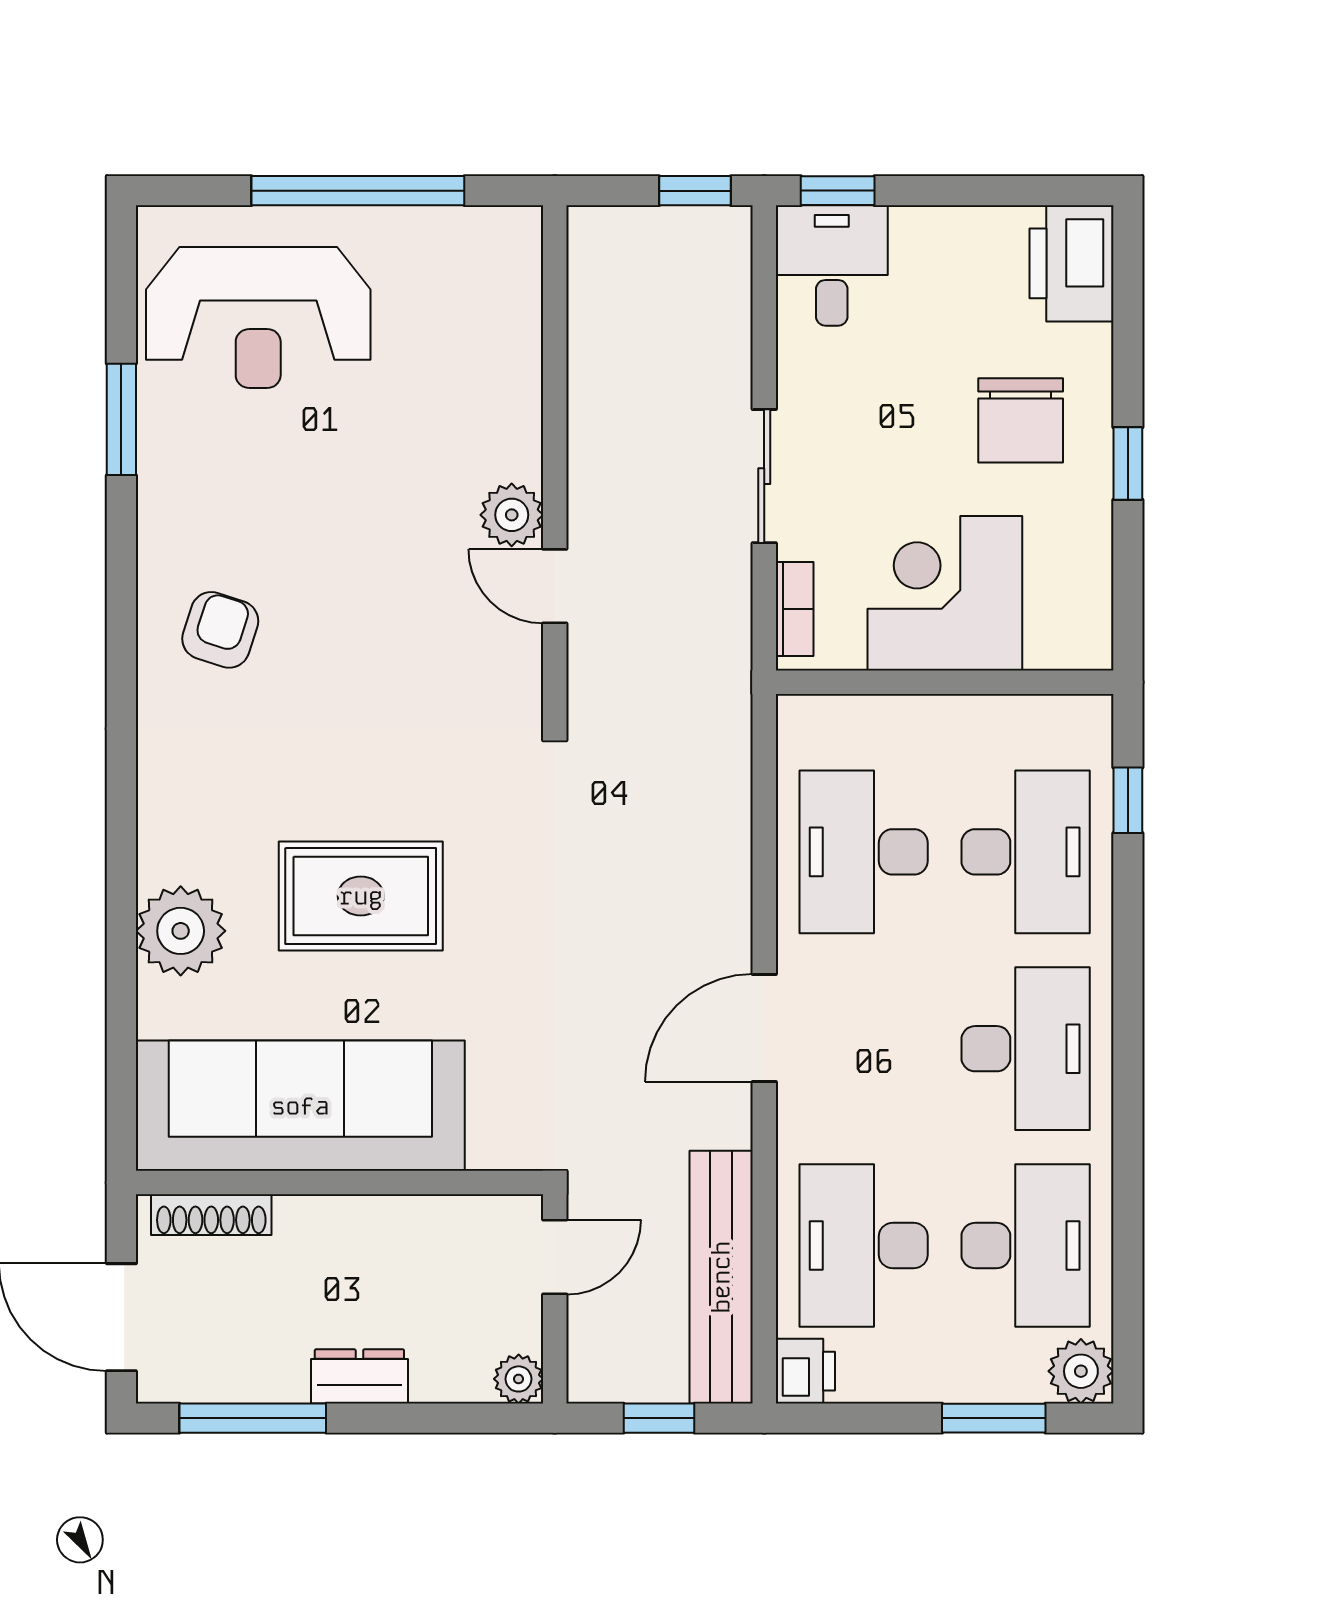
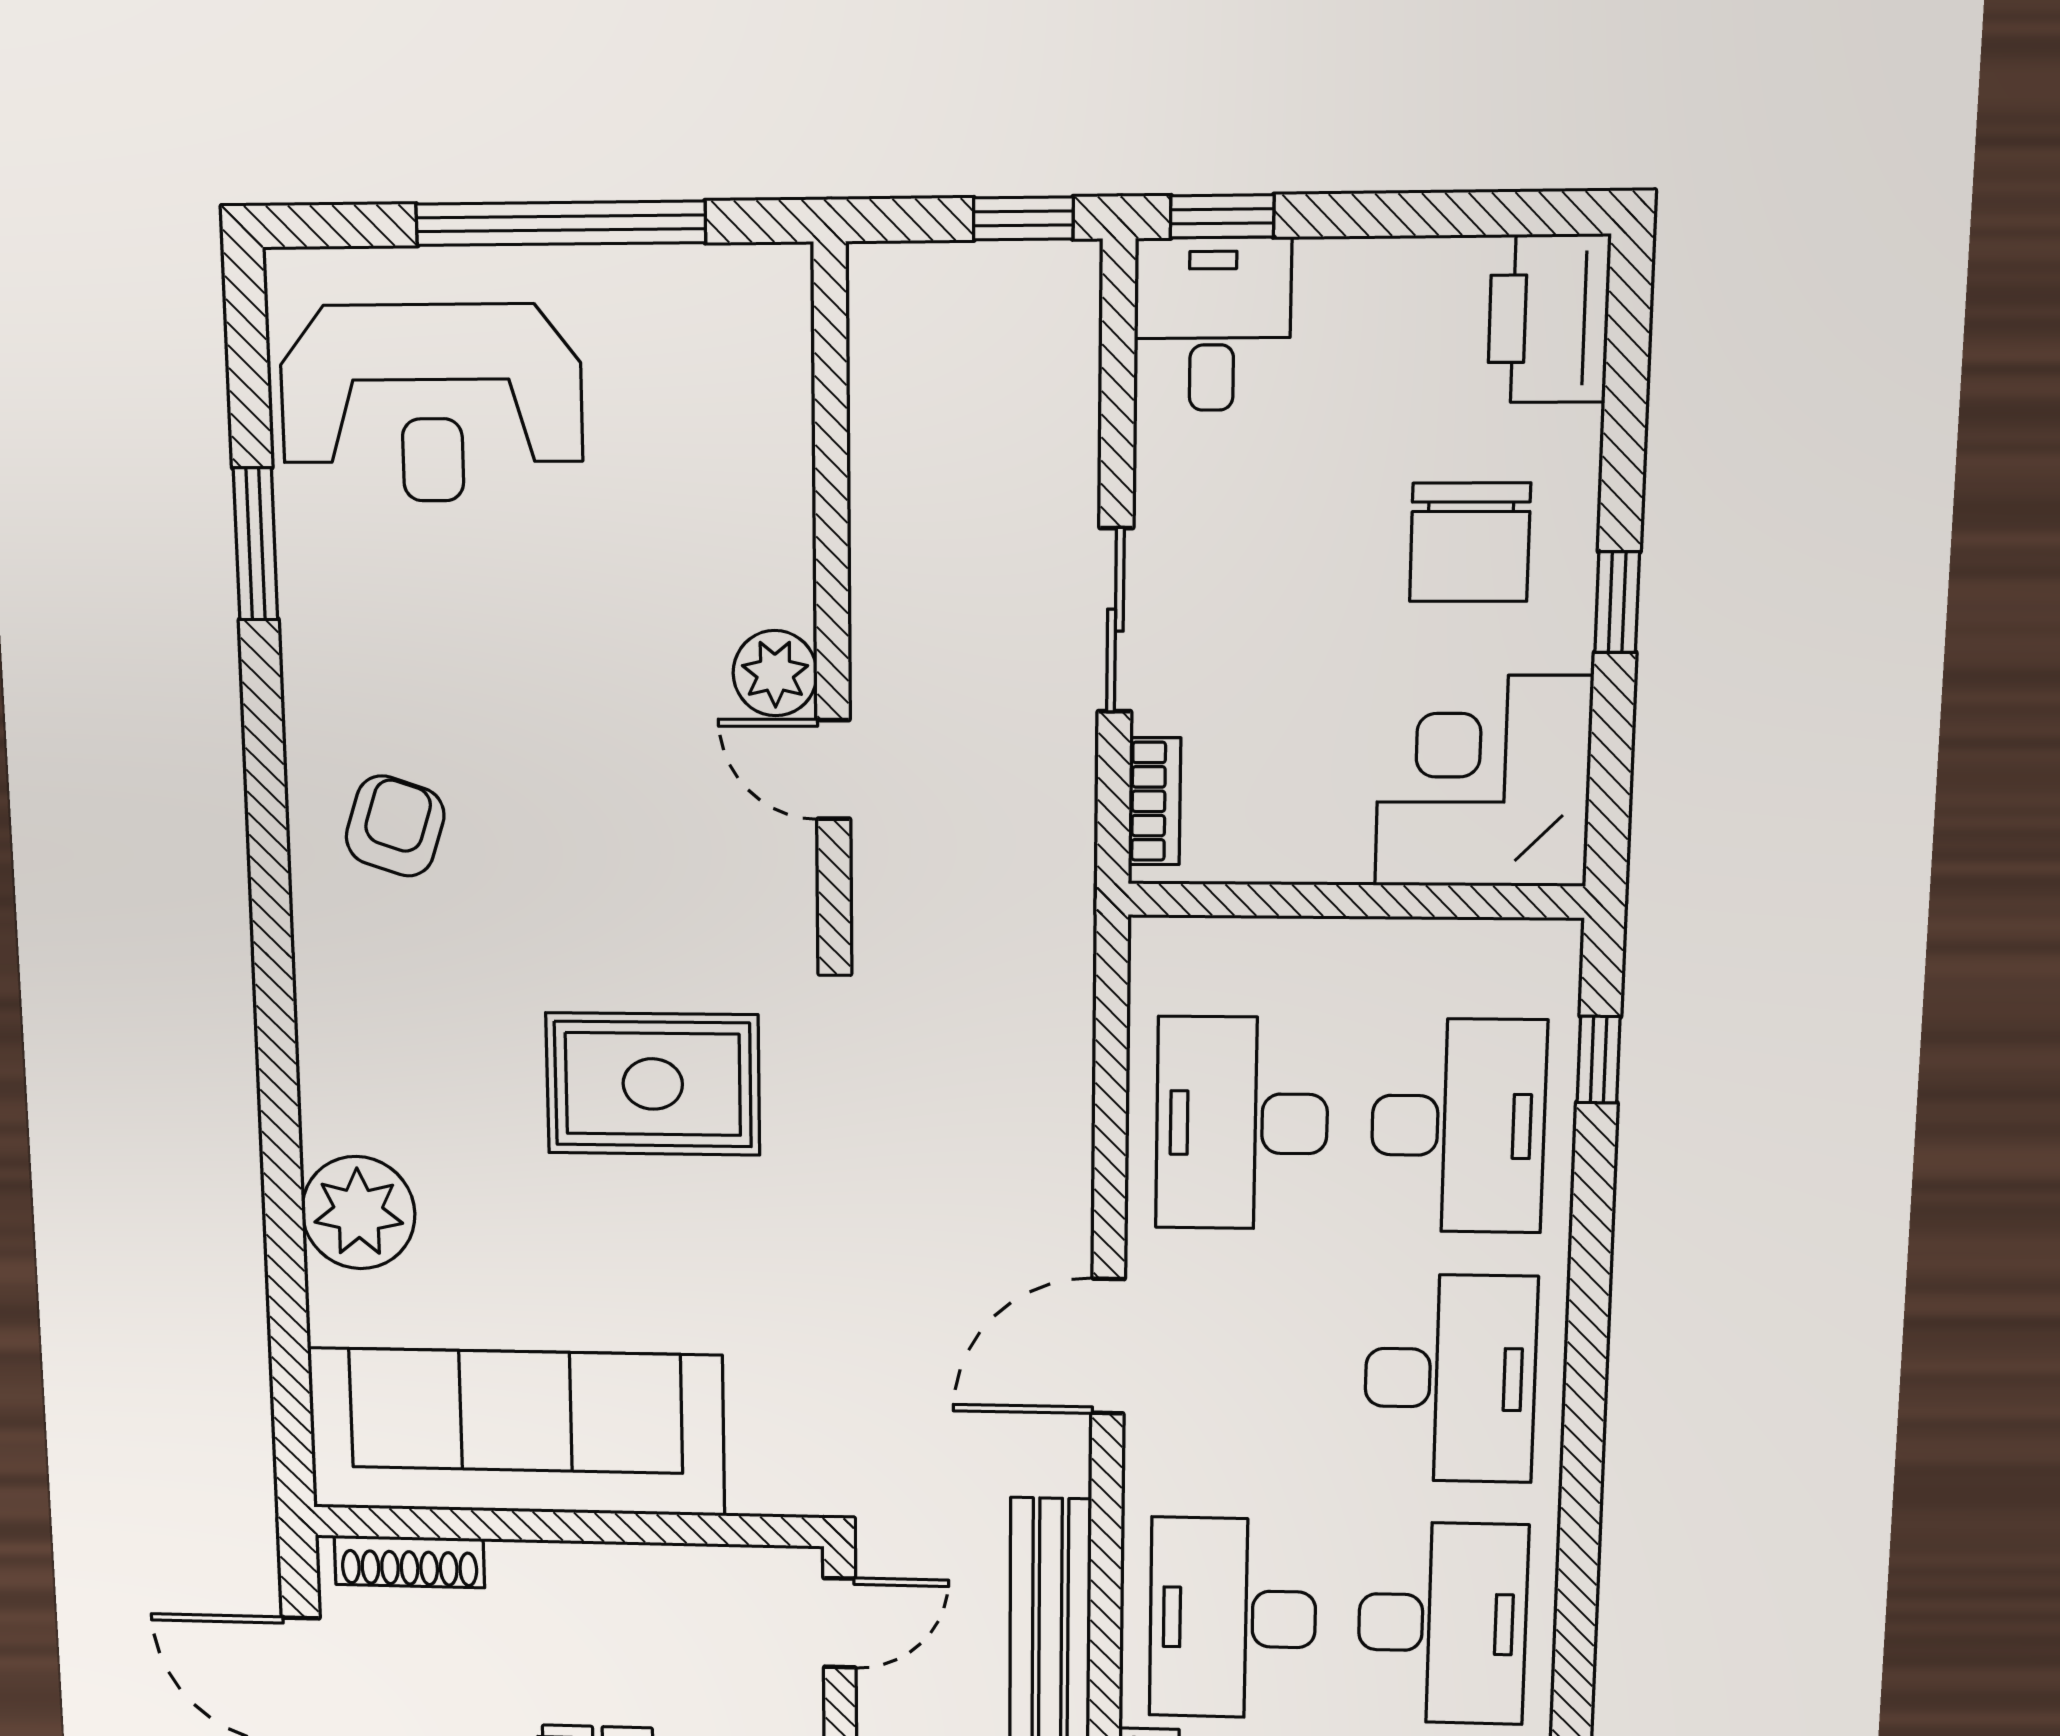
corner desk: (945, 593) -> (1483, 781), moved
rug: (361, 896) -> (653, 1084), moved

